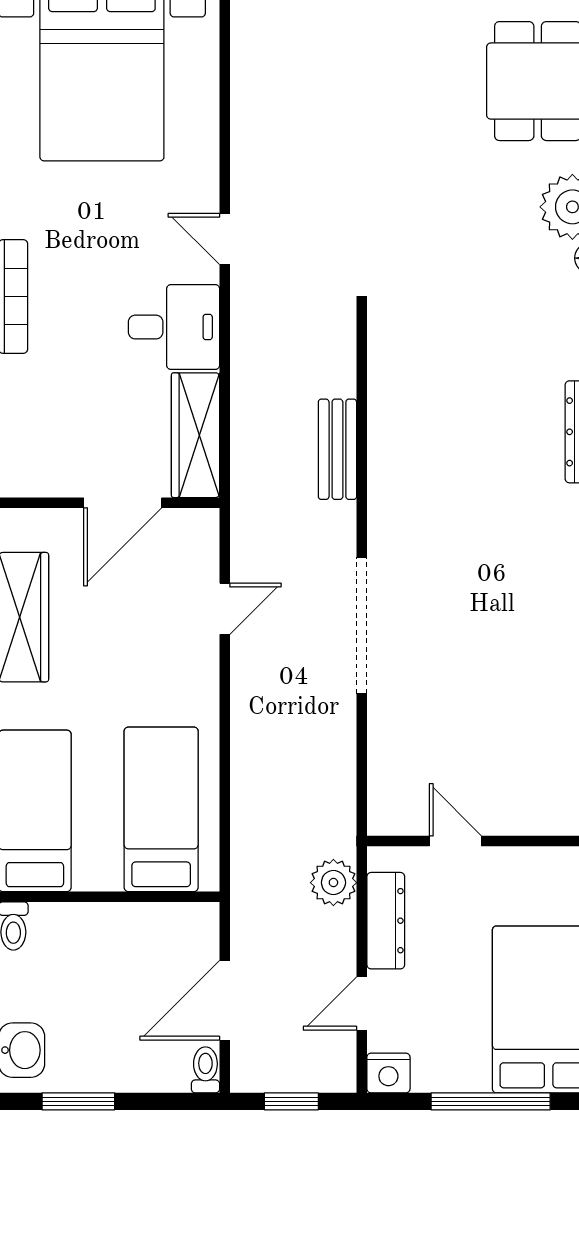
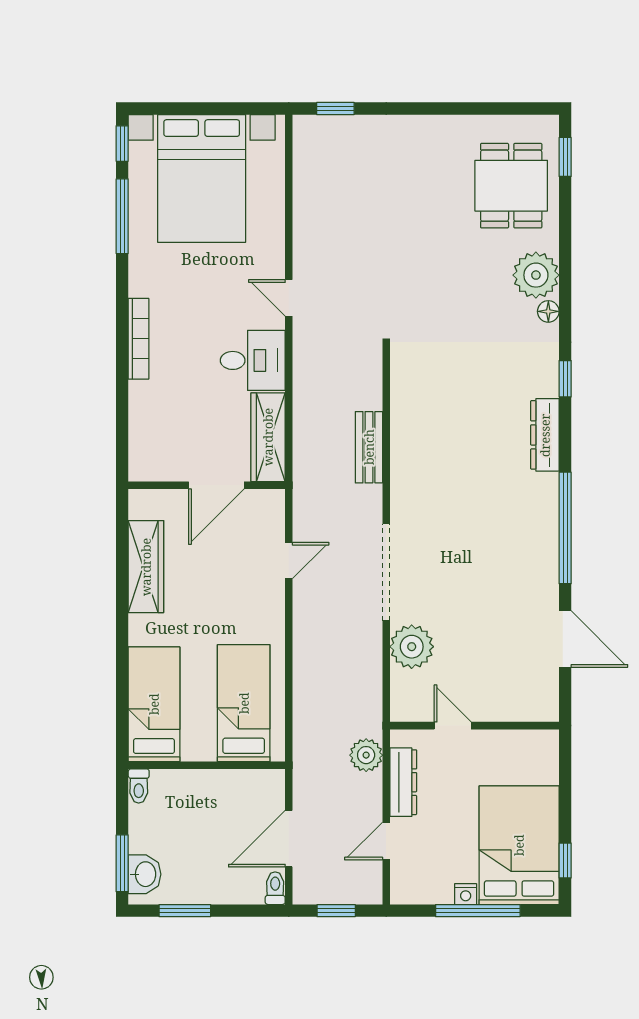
plant: (398, 730) -> (412, 647), added
nightstand: (388, 1073) -> (466, 894), moved, width x0.72, depth x0.74

